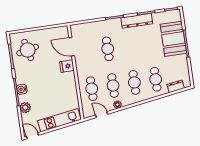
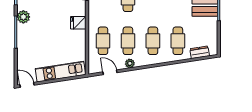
fridge: (67, 66) -> (78, 23), moved
water cooler: (22, 89) -> (23, 30), removed
plant: (25, 108) -> (23, 17), moved

